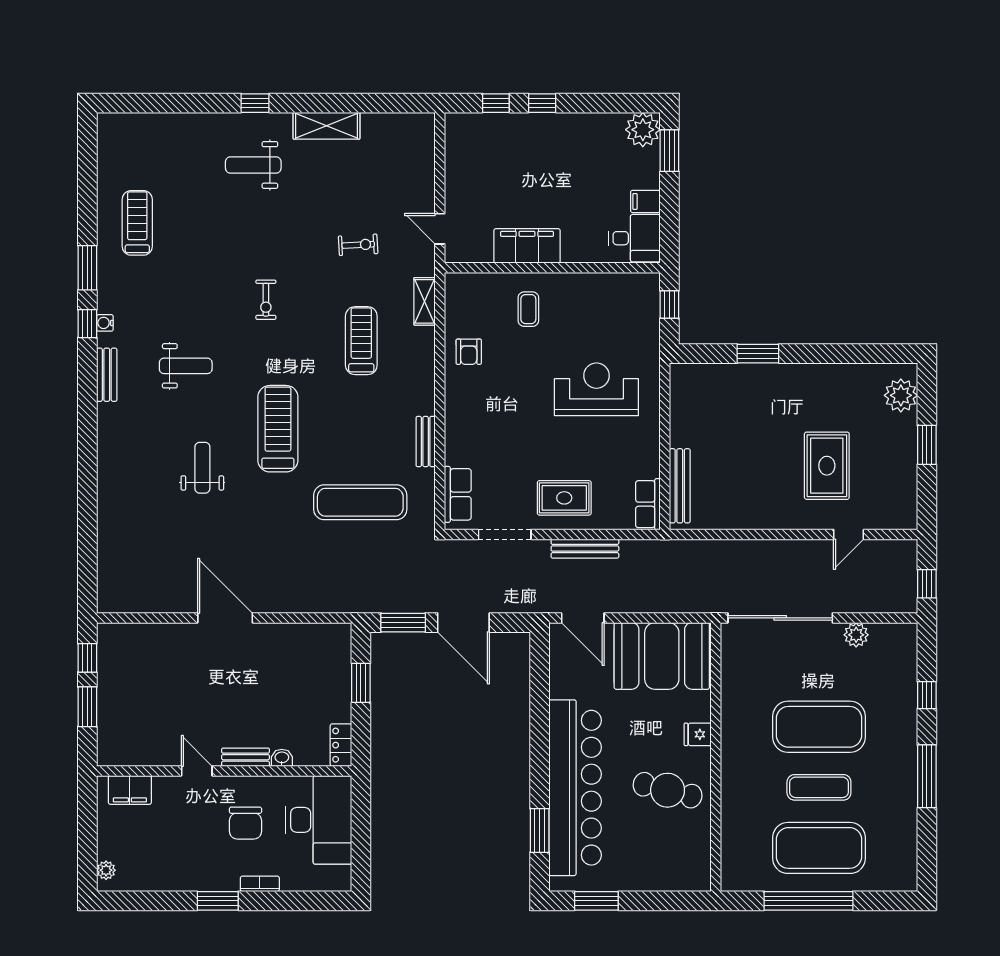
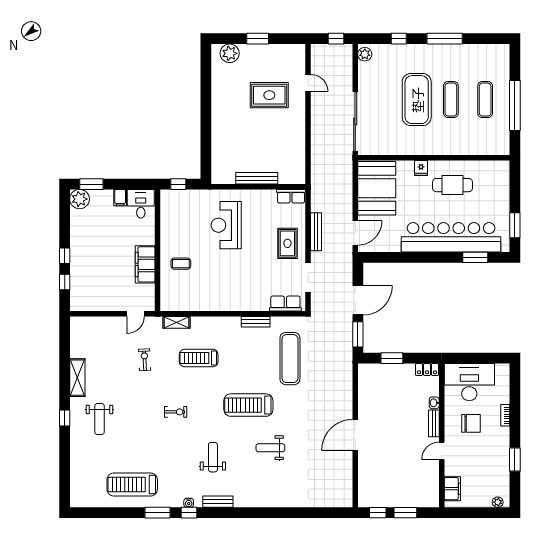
treadmill: (137, 223) -> (132, 484), width x1.37, depth x1.38
armchair: (469, 352) -> (205, 297), removed
window: (758, 354) -> (206, 134), removed
bench: (680, 486) -> (257, 178), moved
plant: (856, 635) -> (365, 54), moved
cafe table: (668, 790) -> (452, 185), turned 76
exercise mat: (819, 848) -> (485, 100), width x0.50, depth x0.69
window: (218, 901) -> (515, 459), moved

